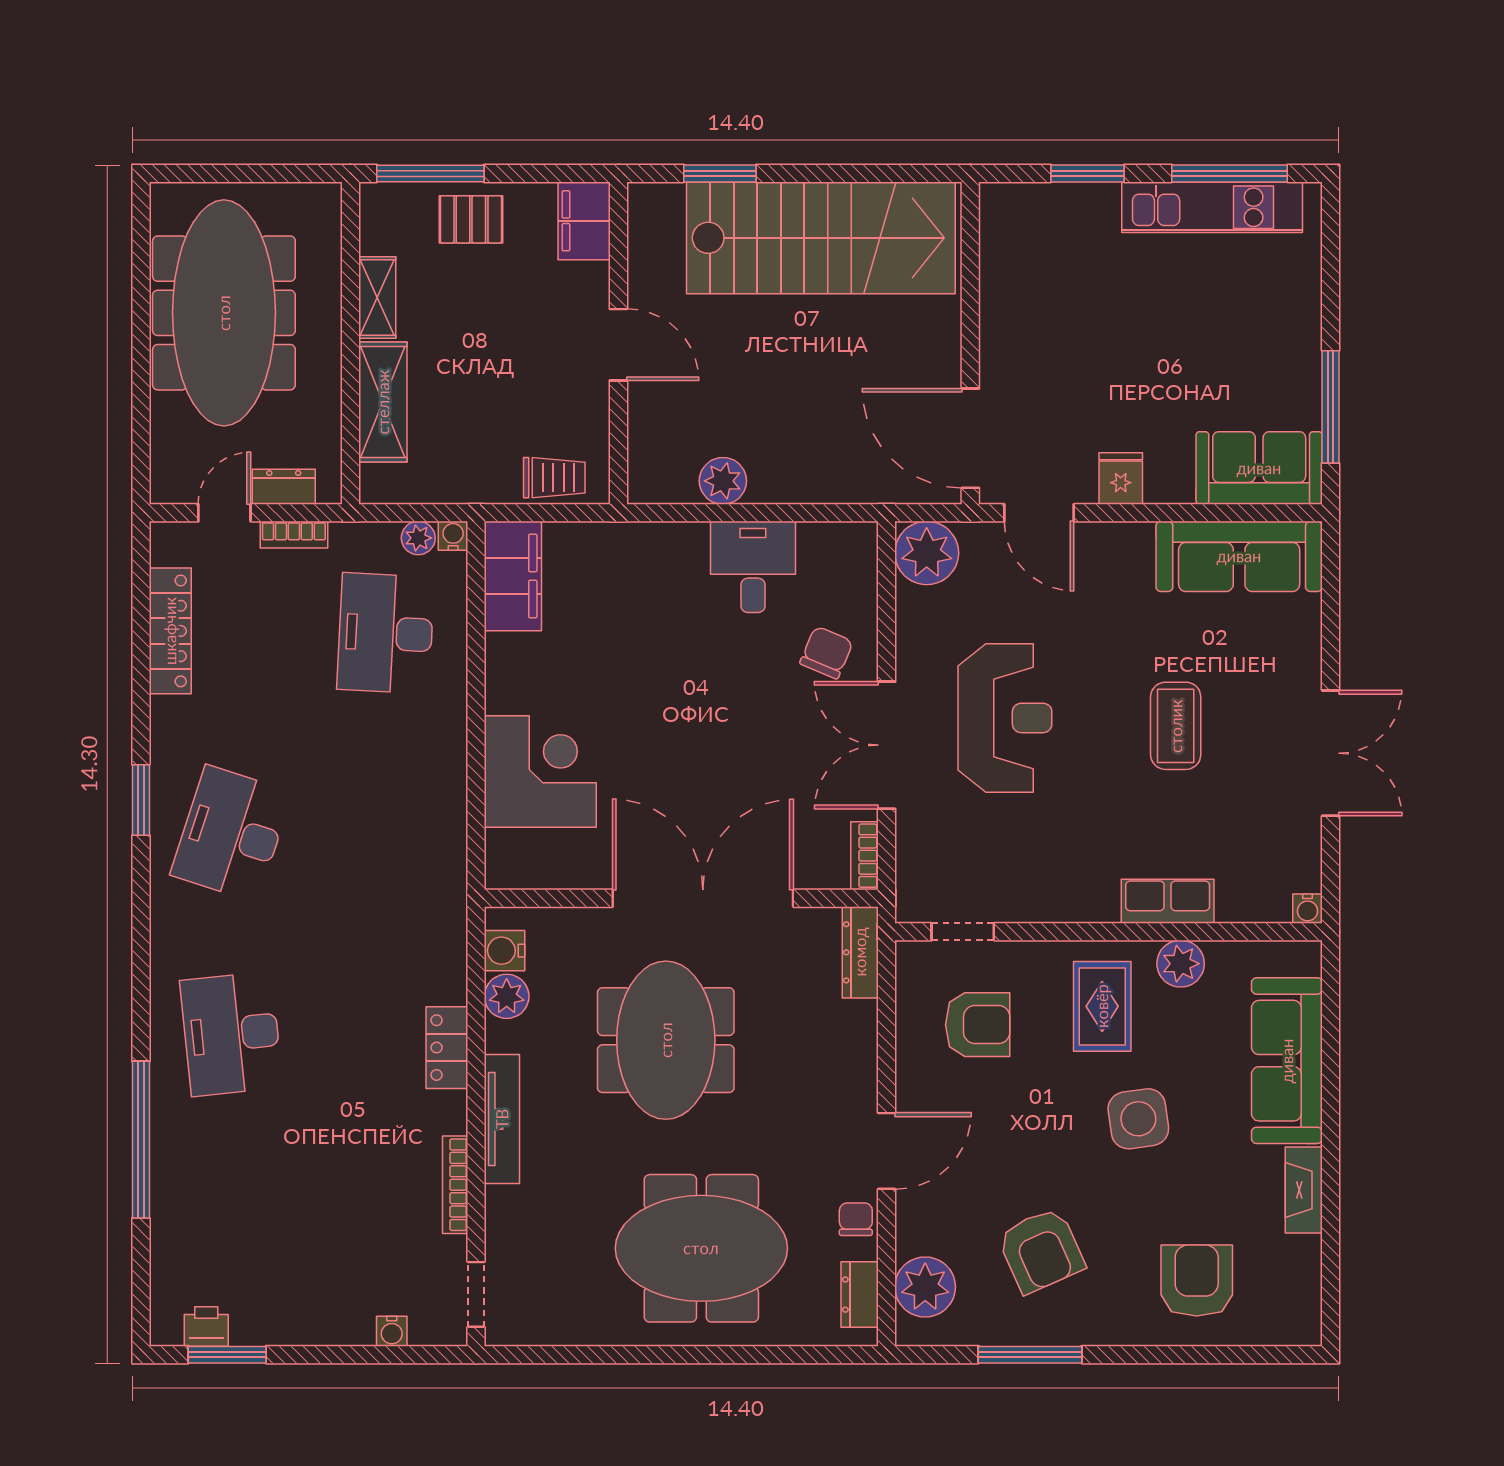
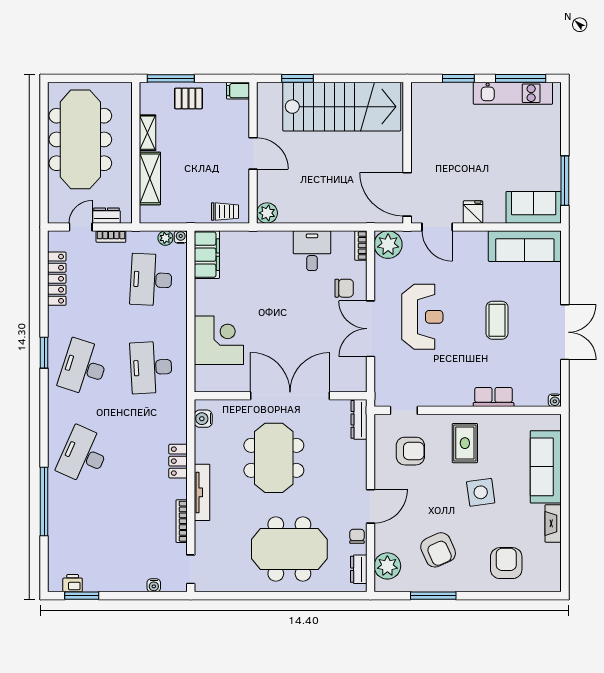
filing cabinet: (584, 221) -> (238, 91), width x0.50
plant: (723, 481) -> (267, 213), moved
chair: (826, 653) -> (344, 288), turned 67
desk: (386, 834) -> (151, 367), added
bookcase: (865, 856) -> (361, 246), moved
plant: (1181, 964) -> (499, 424), removed
plant: (507, 996) -> (204, 439), removed
desk: (231, 1034) -> (84, 455), turned 30

